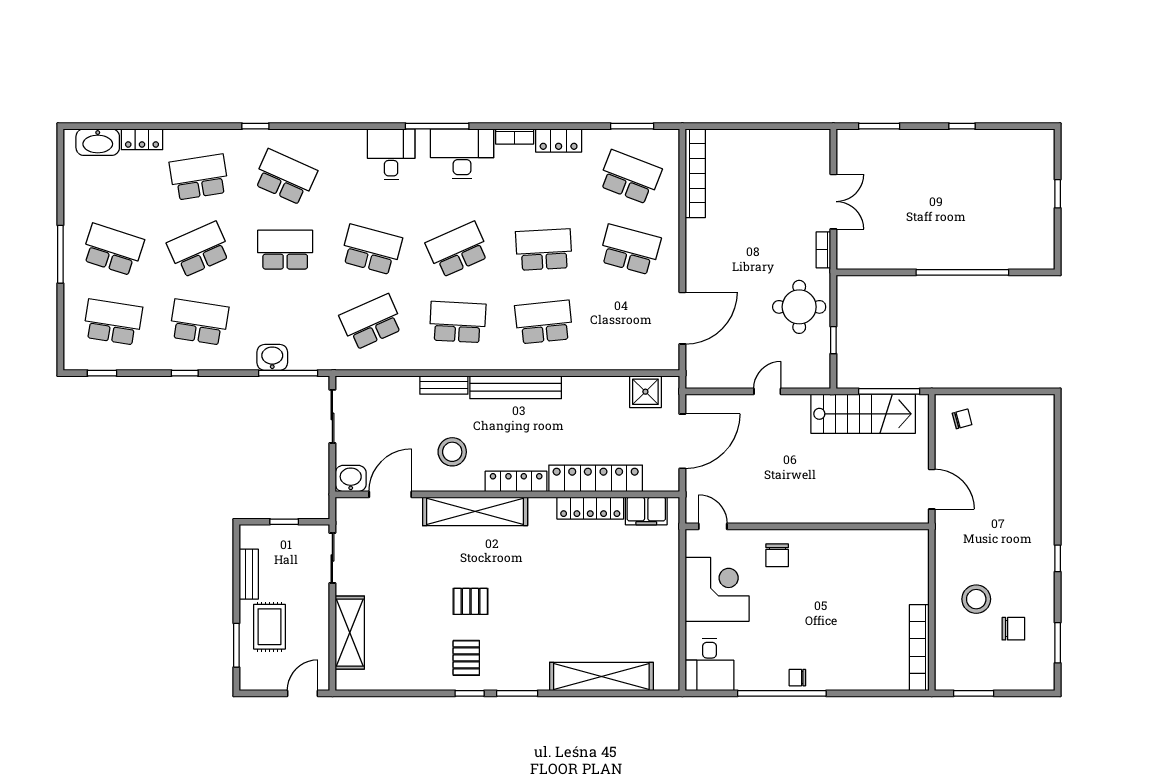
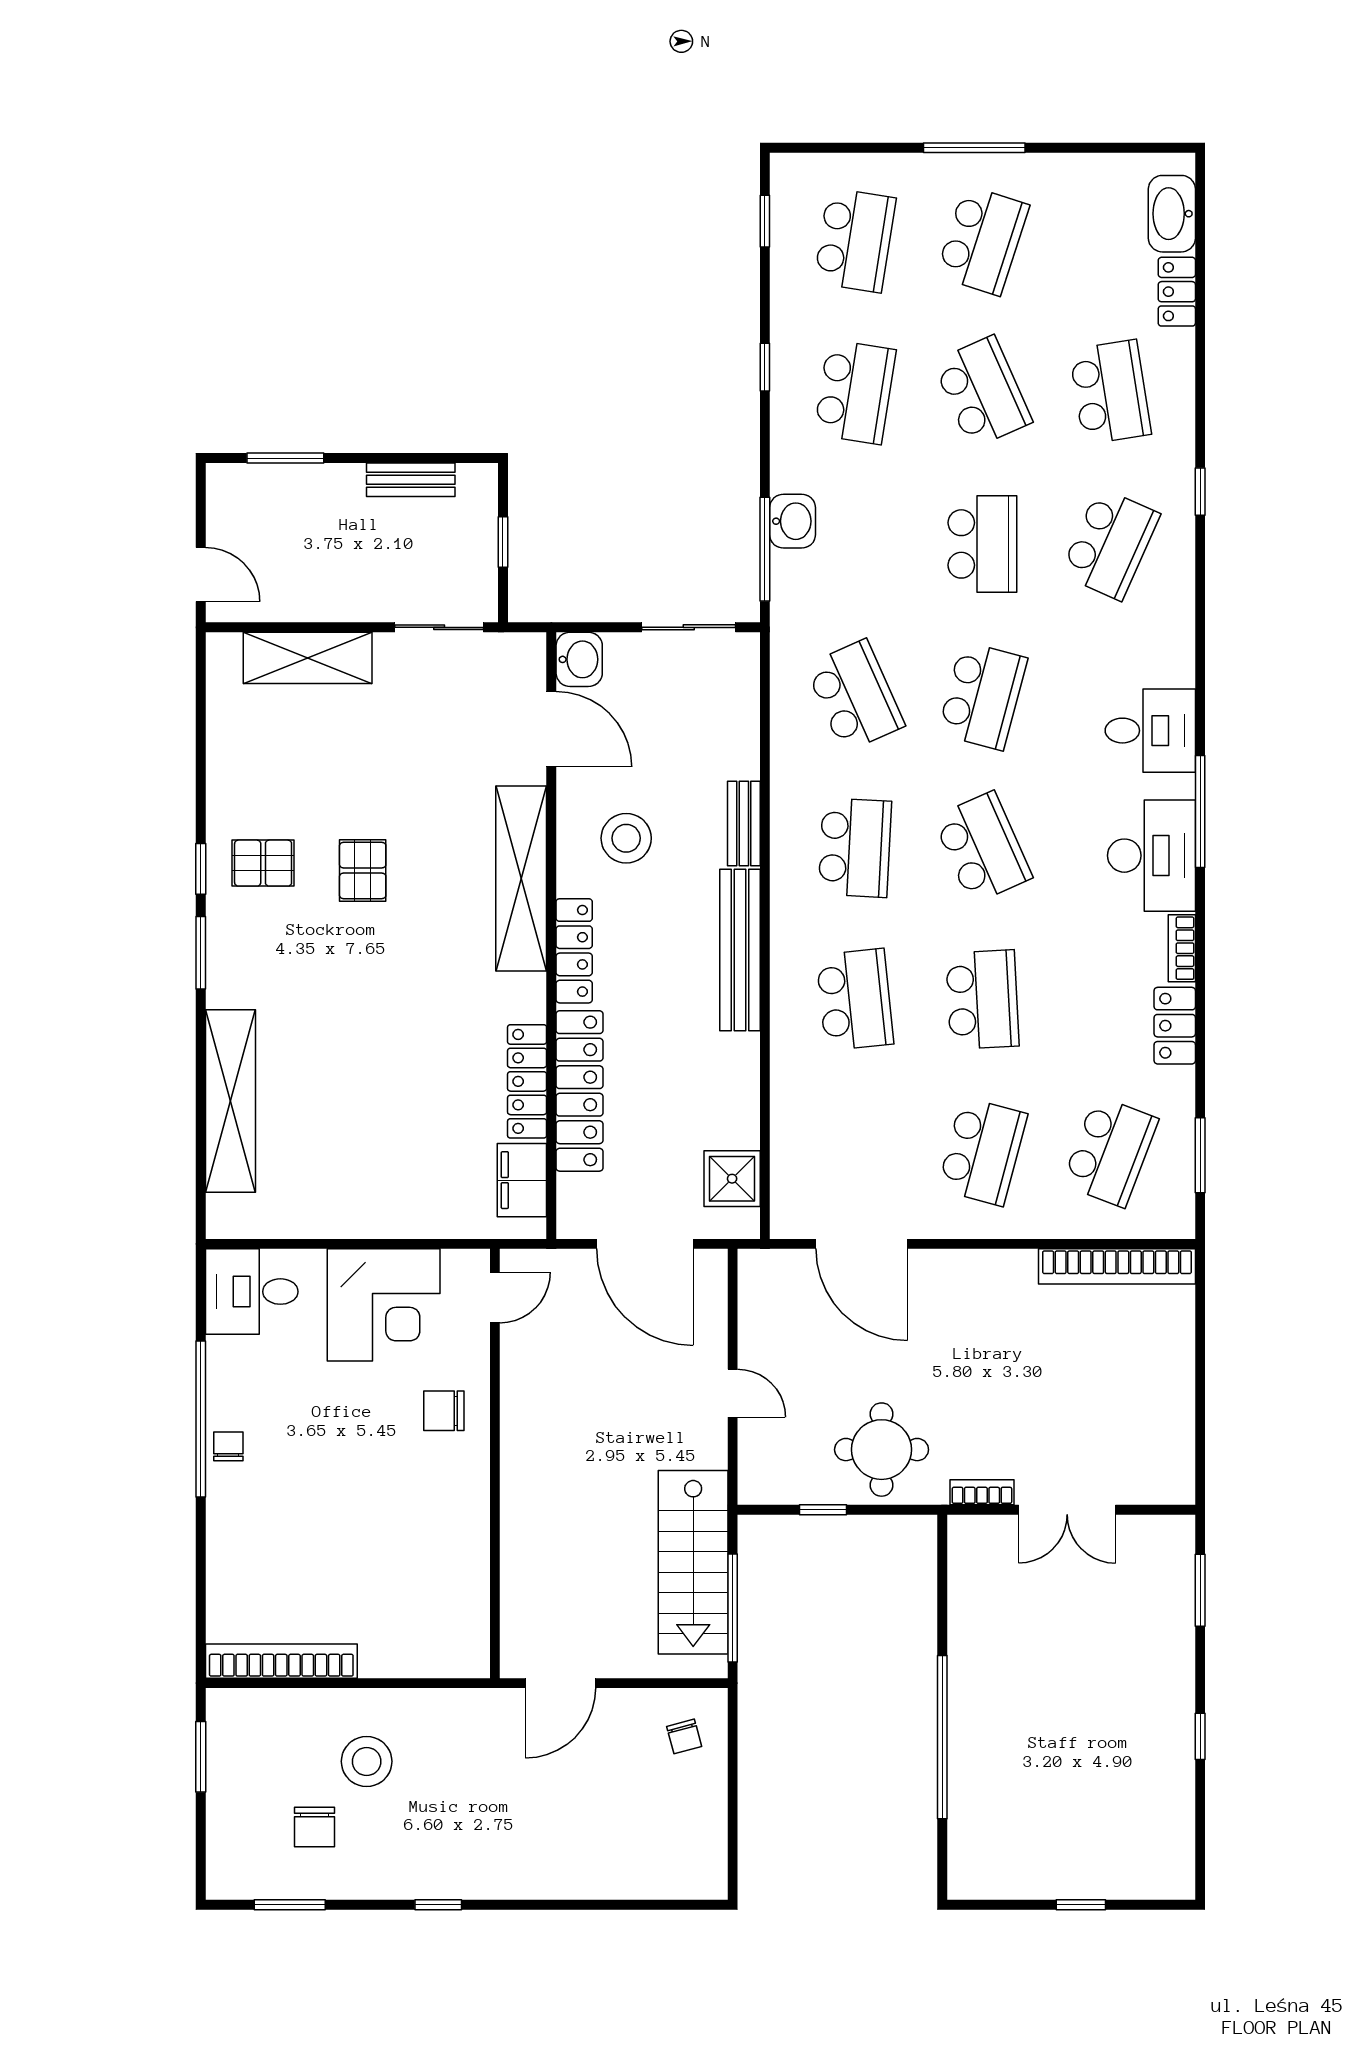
rug: (270, 627) -> (318, 516), removed

